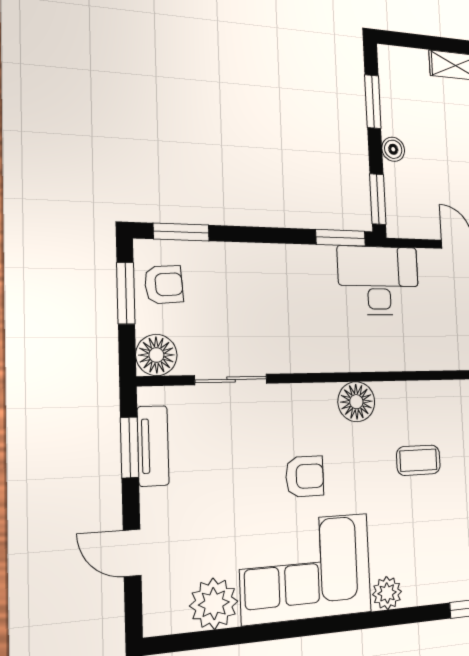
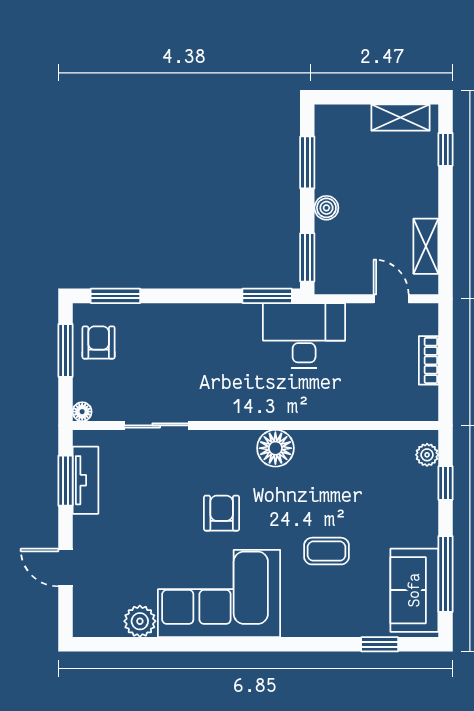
armchair: (164, 285) -> (99, 343), turned -86
floor lamp: (156, 355) -> (82, 412), width x0.53, depth x0.53
coffee table: (418, 460) -> (326, 551), moved
armchair: (305, 476) -> (222, 513), turned -90
plant: (387, 593) -> (297, 622), removed
plant: (214, 604) -> (140, 621), width x0.73, depth x0.73

